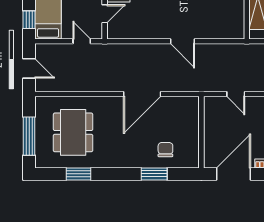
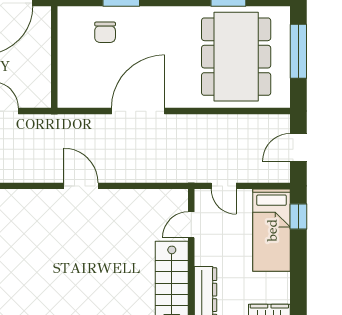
door: (29, 68) -> (298, 147), hinge flipped
dining table: (73, 132) -> (236, 57), width x1.36, depth x1.24

